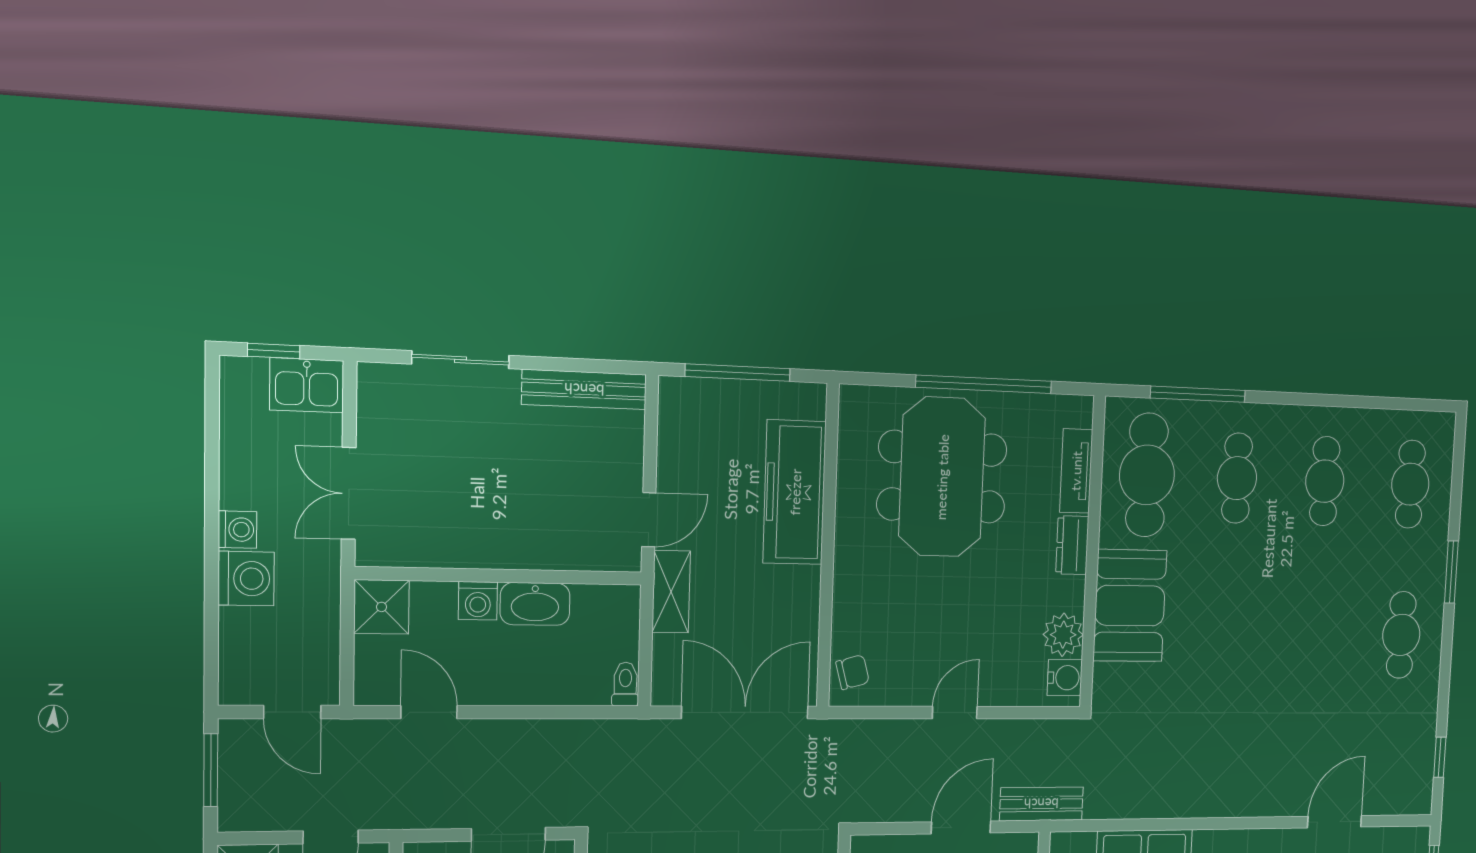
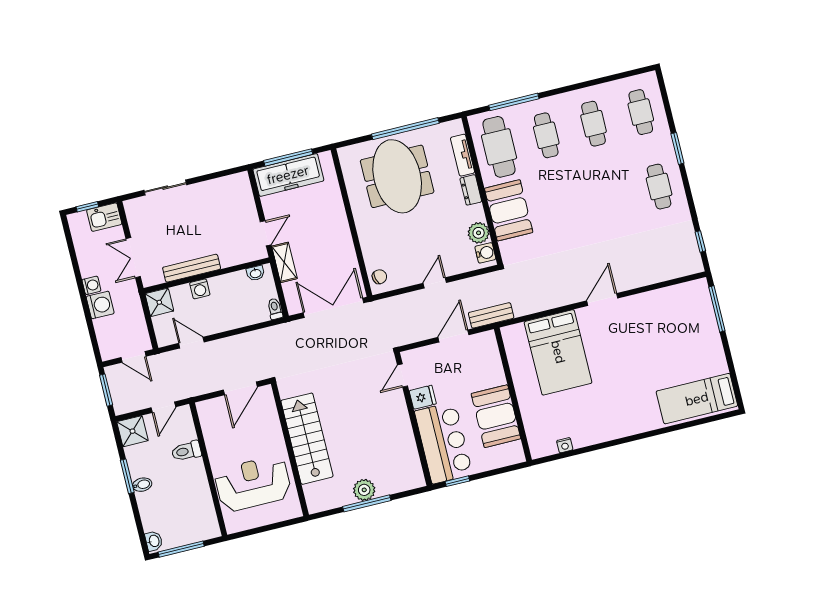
bench: (584, 390) -> (192, 268), moved
freezer: (795, 492) -> (288, 175), moved, turned -90
washbasin: (535, 604) -> (256, 273), moved, width x0.52, depth x0.69
door: (1335, 822) -> (602, 299), moved

